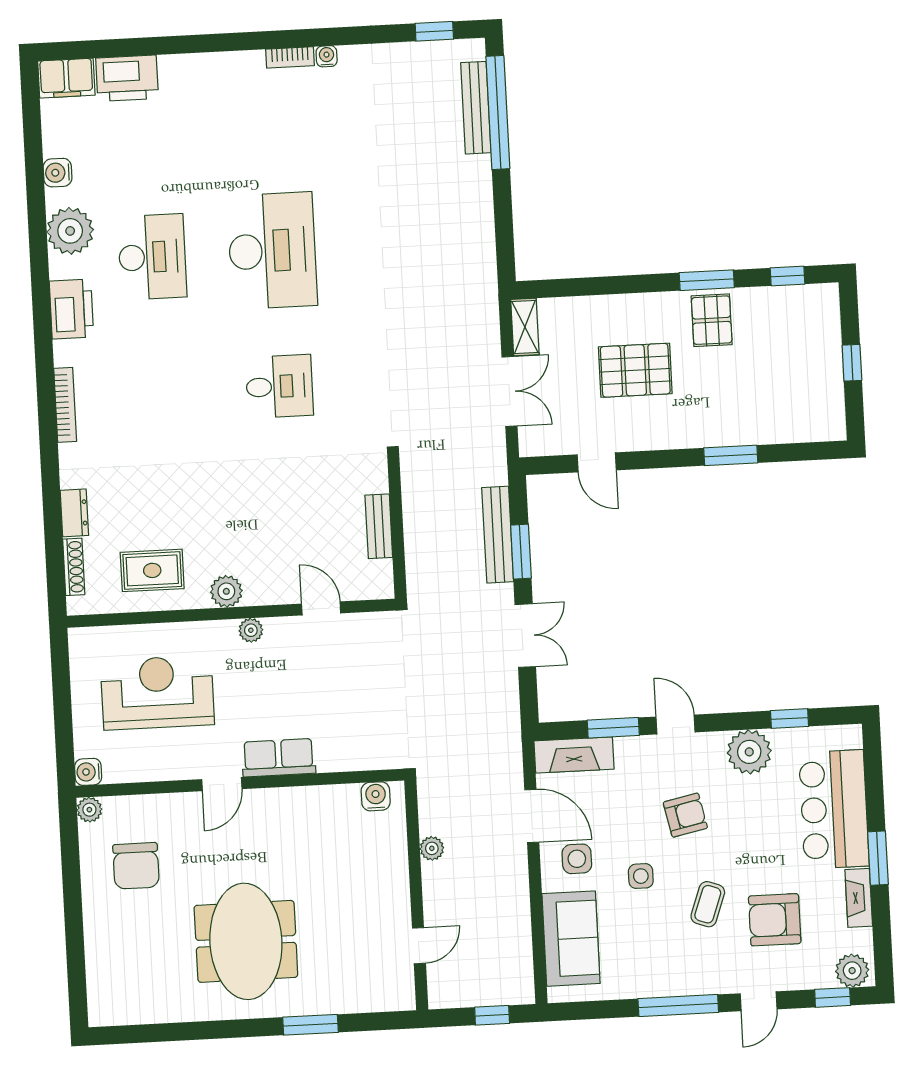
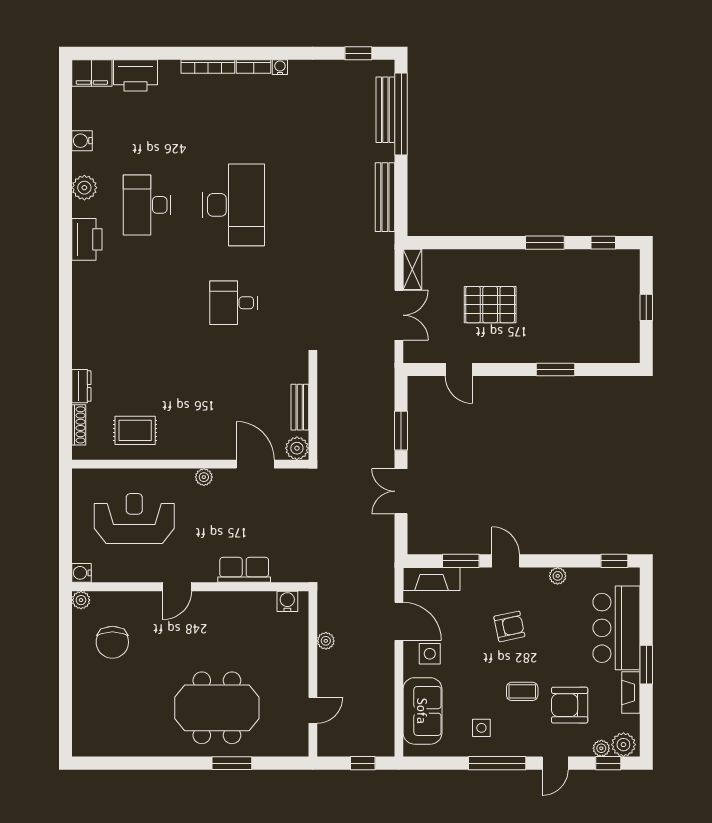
plant: (70, 231) -> (84, 188), width x0.73, depth x0.73
desk: (152, 257) -> (147, 205), turned 180
pallet: (712, 320) -> (547, 272), removed
desk: (279, 386) -> (234, 303), turned 180
bookcase: (65, 405) -> (208, 67), moved, turned 90
bench: (498, 535) -> (385, 197), moved
plant: (226, 591) -> (297, 448), moved
door: (321, 608) -> (255, 464), width x1.38
double door: (525, 636) -> (401, 491), swing flipped
window: (790, 719) -> (614, 561), moved
plant: (749, 752) -> (558, 576), width x0.53, depth x0.53
row of seats: (279, 758) -> (244, 570), moved
side table: (641, 876) -> (481, 728), moved
coffee table: (708, 904) -> (522, 691), turned 70
meeting table: (246, 941) -> (217, 708), moved, turned 90
plant: (822, 977) -> (601, 748), added

